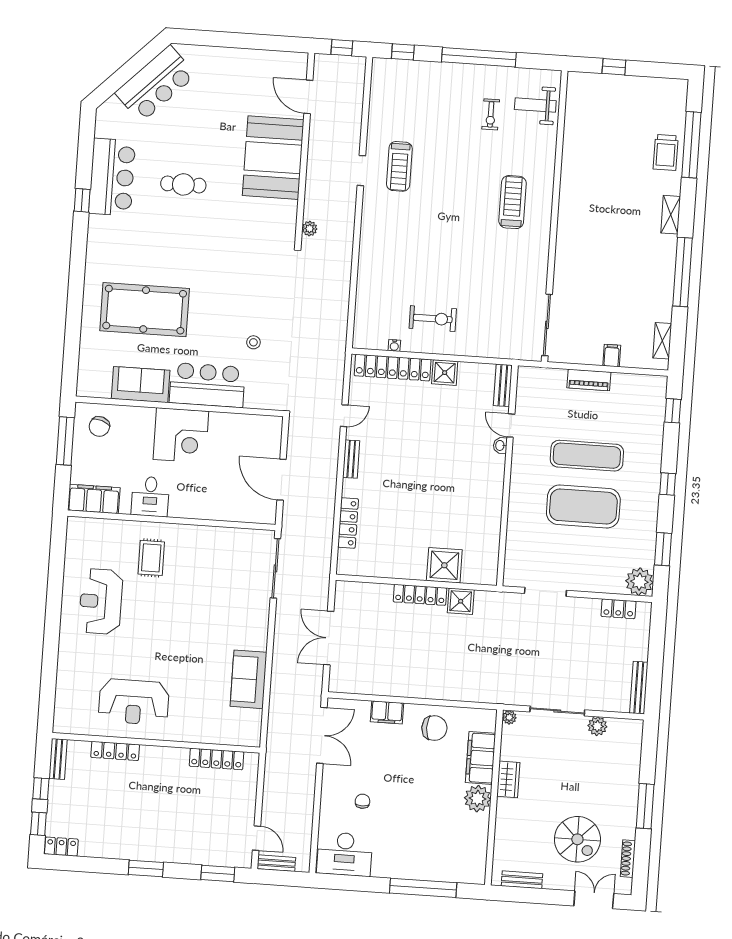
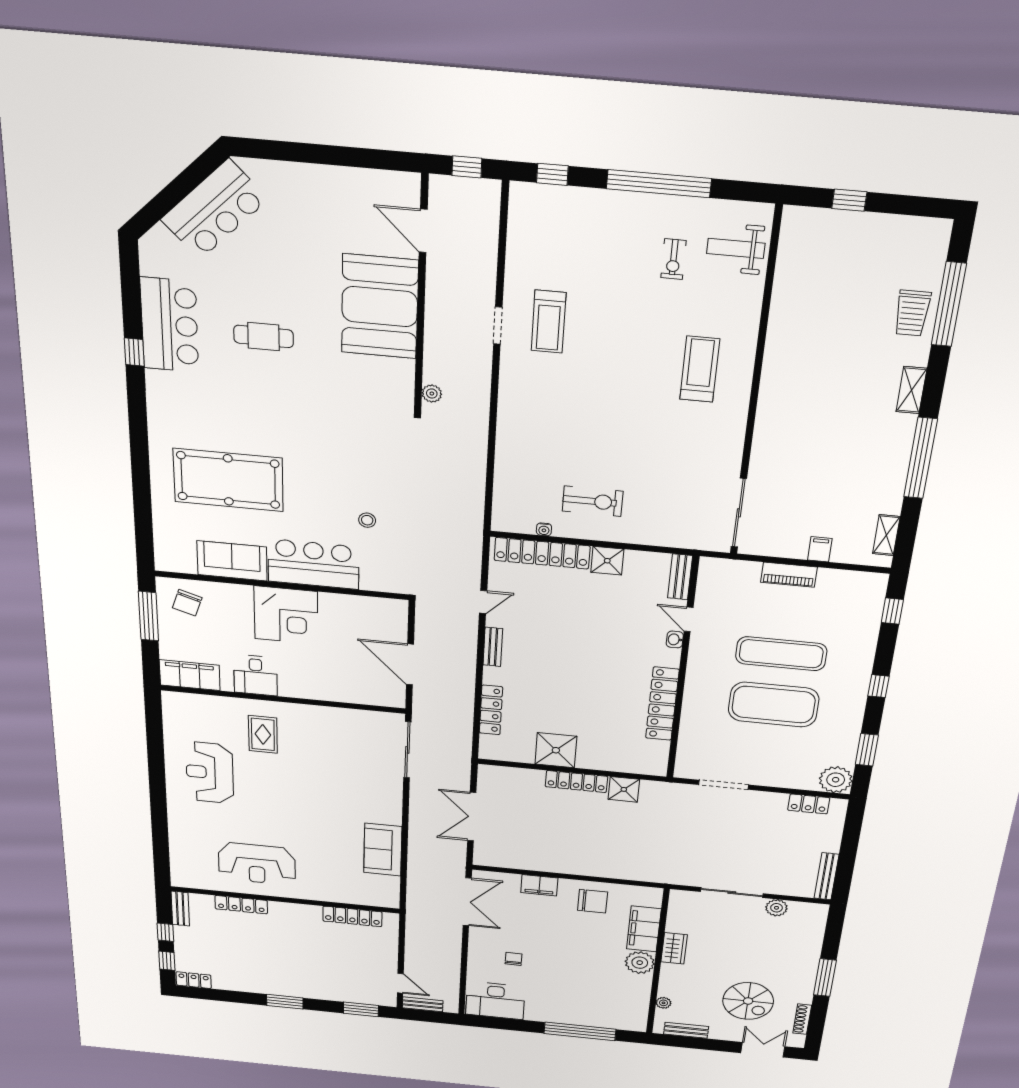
locker: (492, 510) -> (662, 704), added
shower: (444, 565) -> (556, 750), moved
plant: (509, 717) -> (663, 1003), moved

